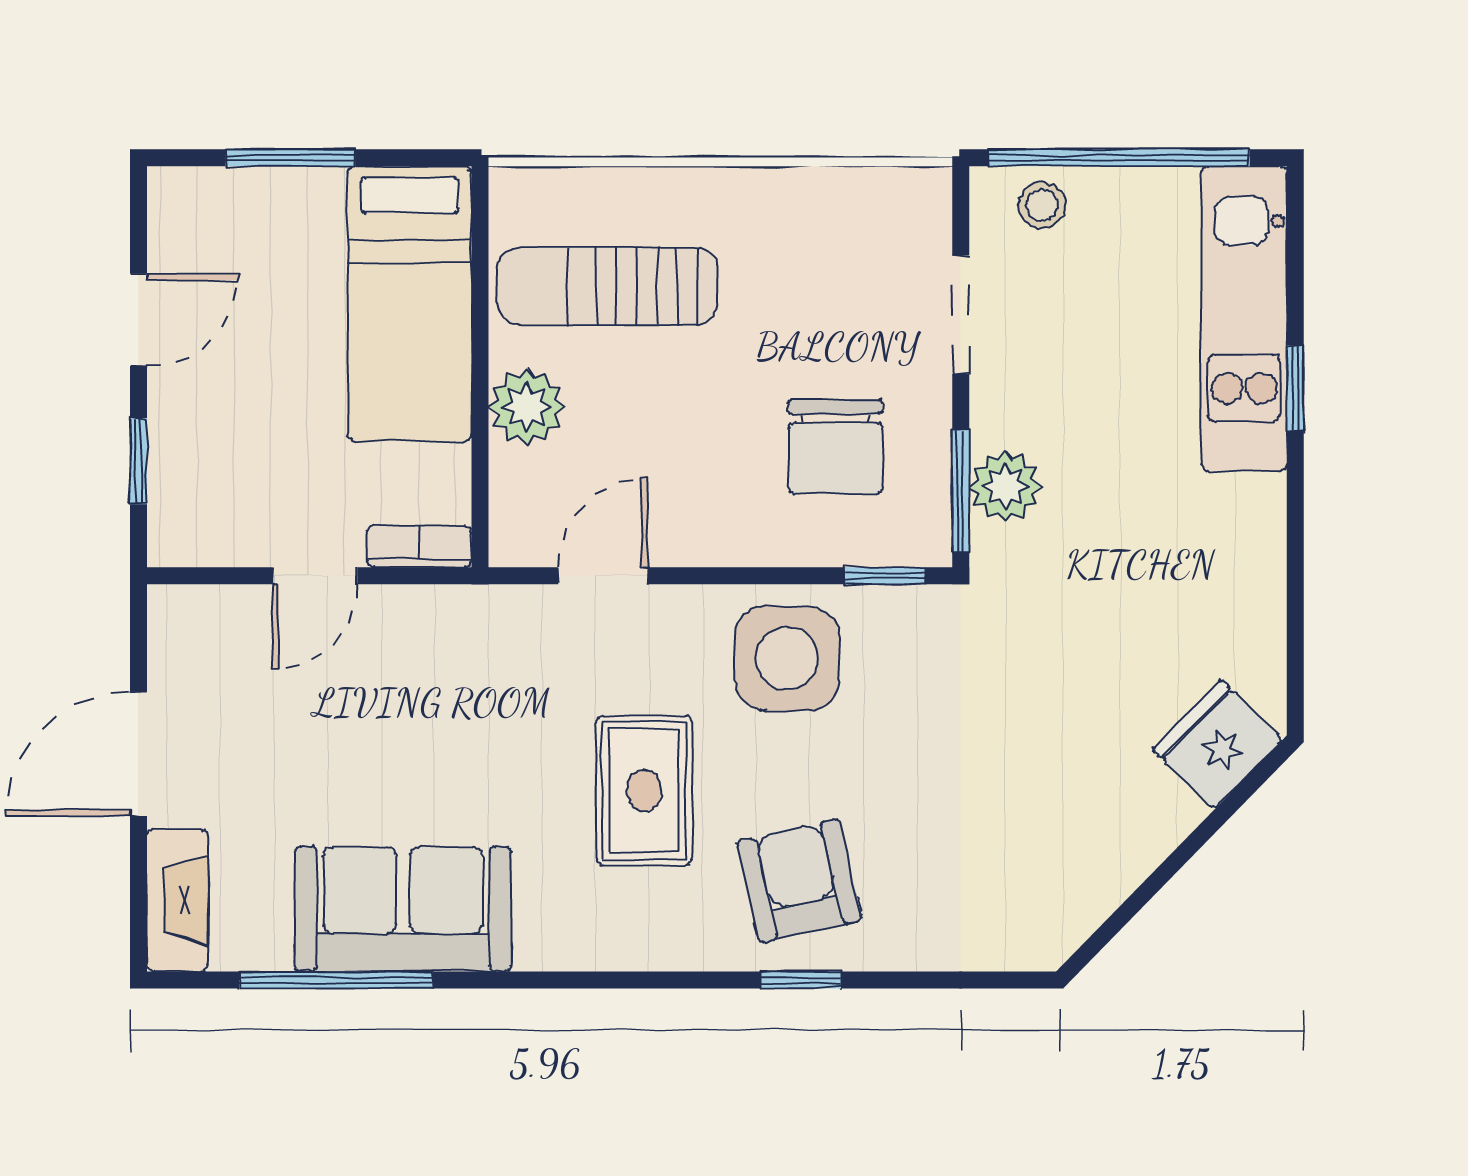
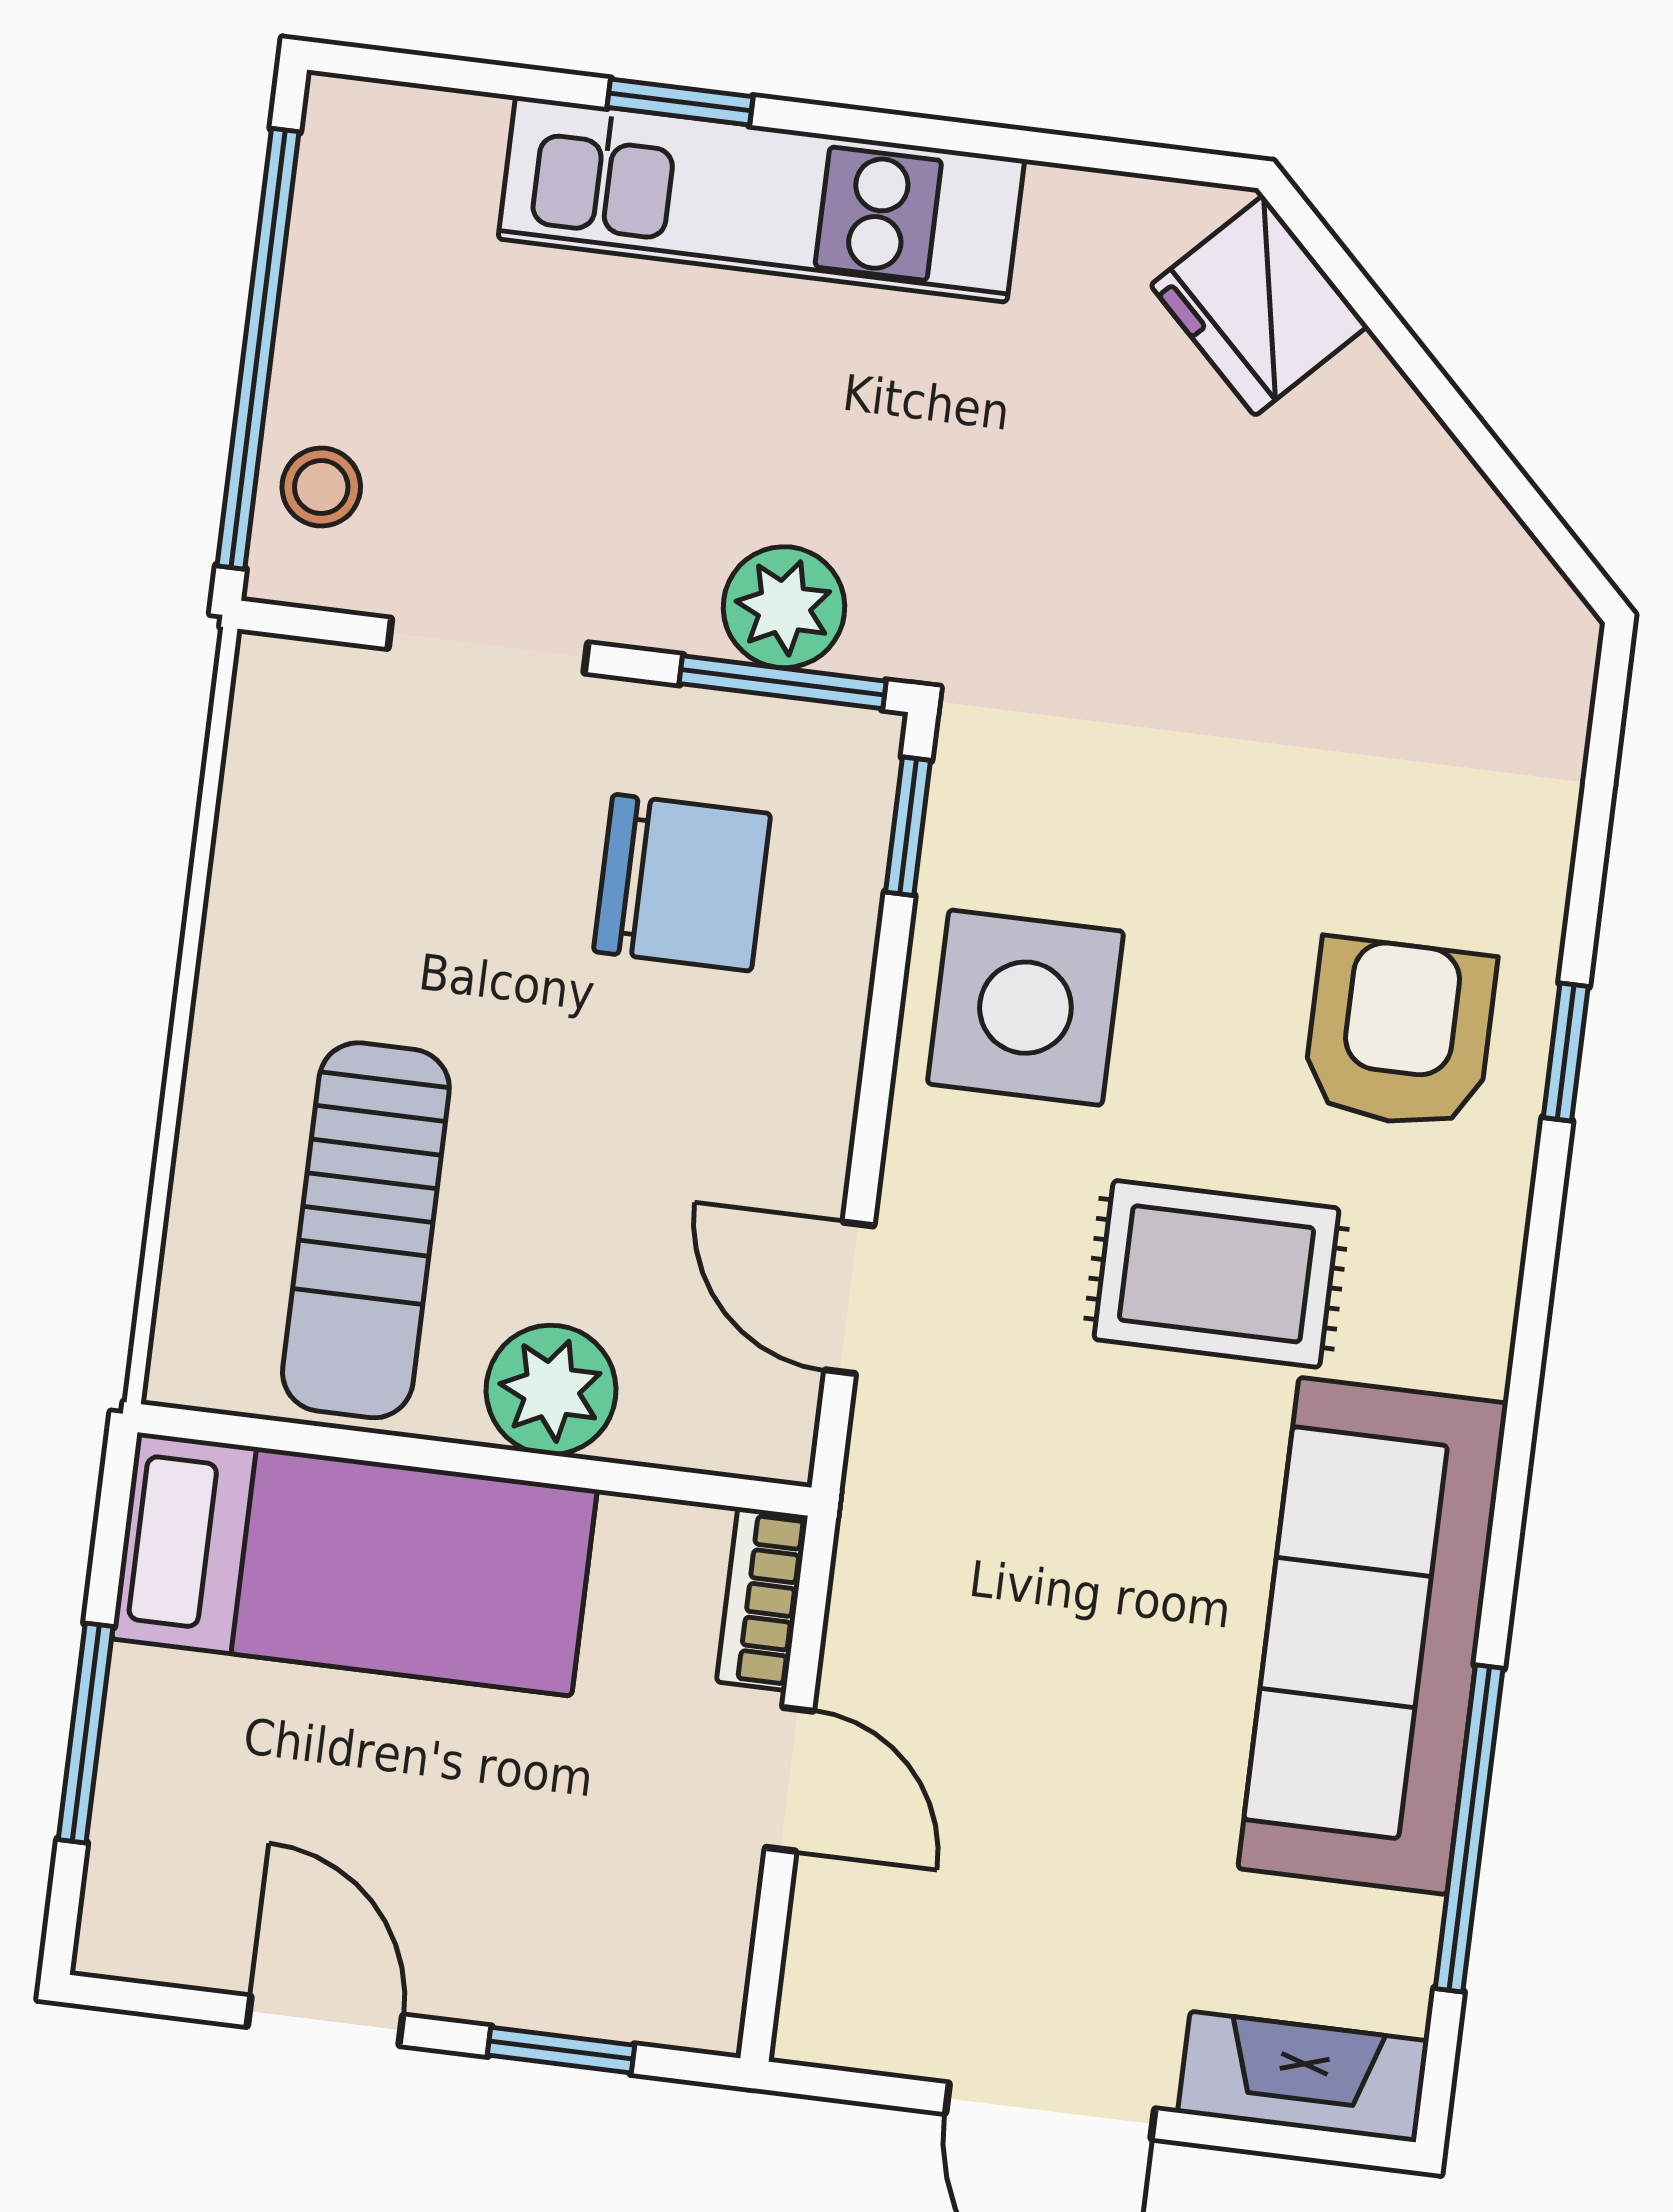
kitchen unit: (1244, 318) -> (761, 199), moved
armchair: (799, 881) -> (1400, 1033), turned 103
sofa: (403, 909) -> (1373, 1636), width x1.36

